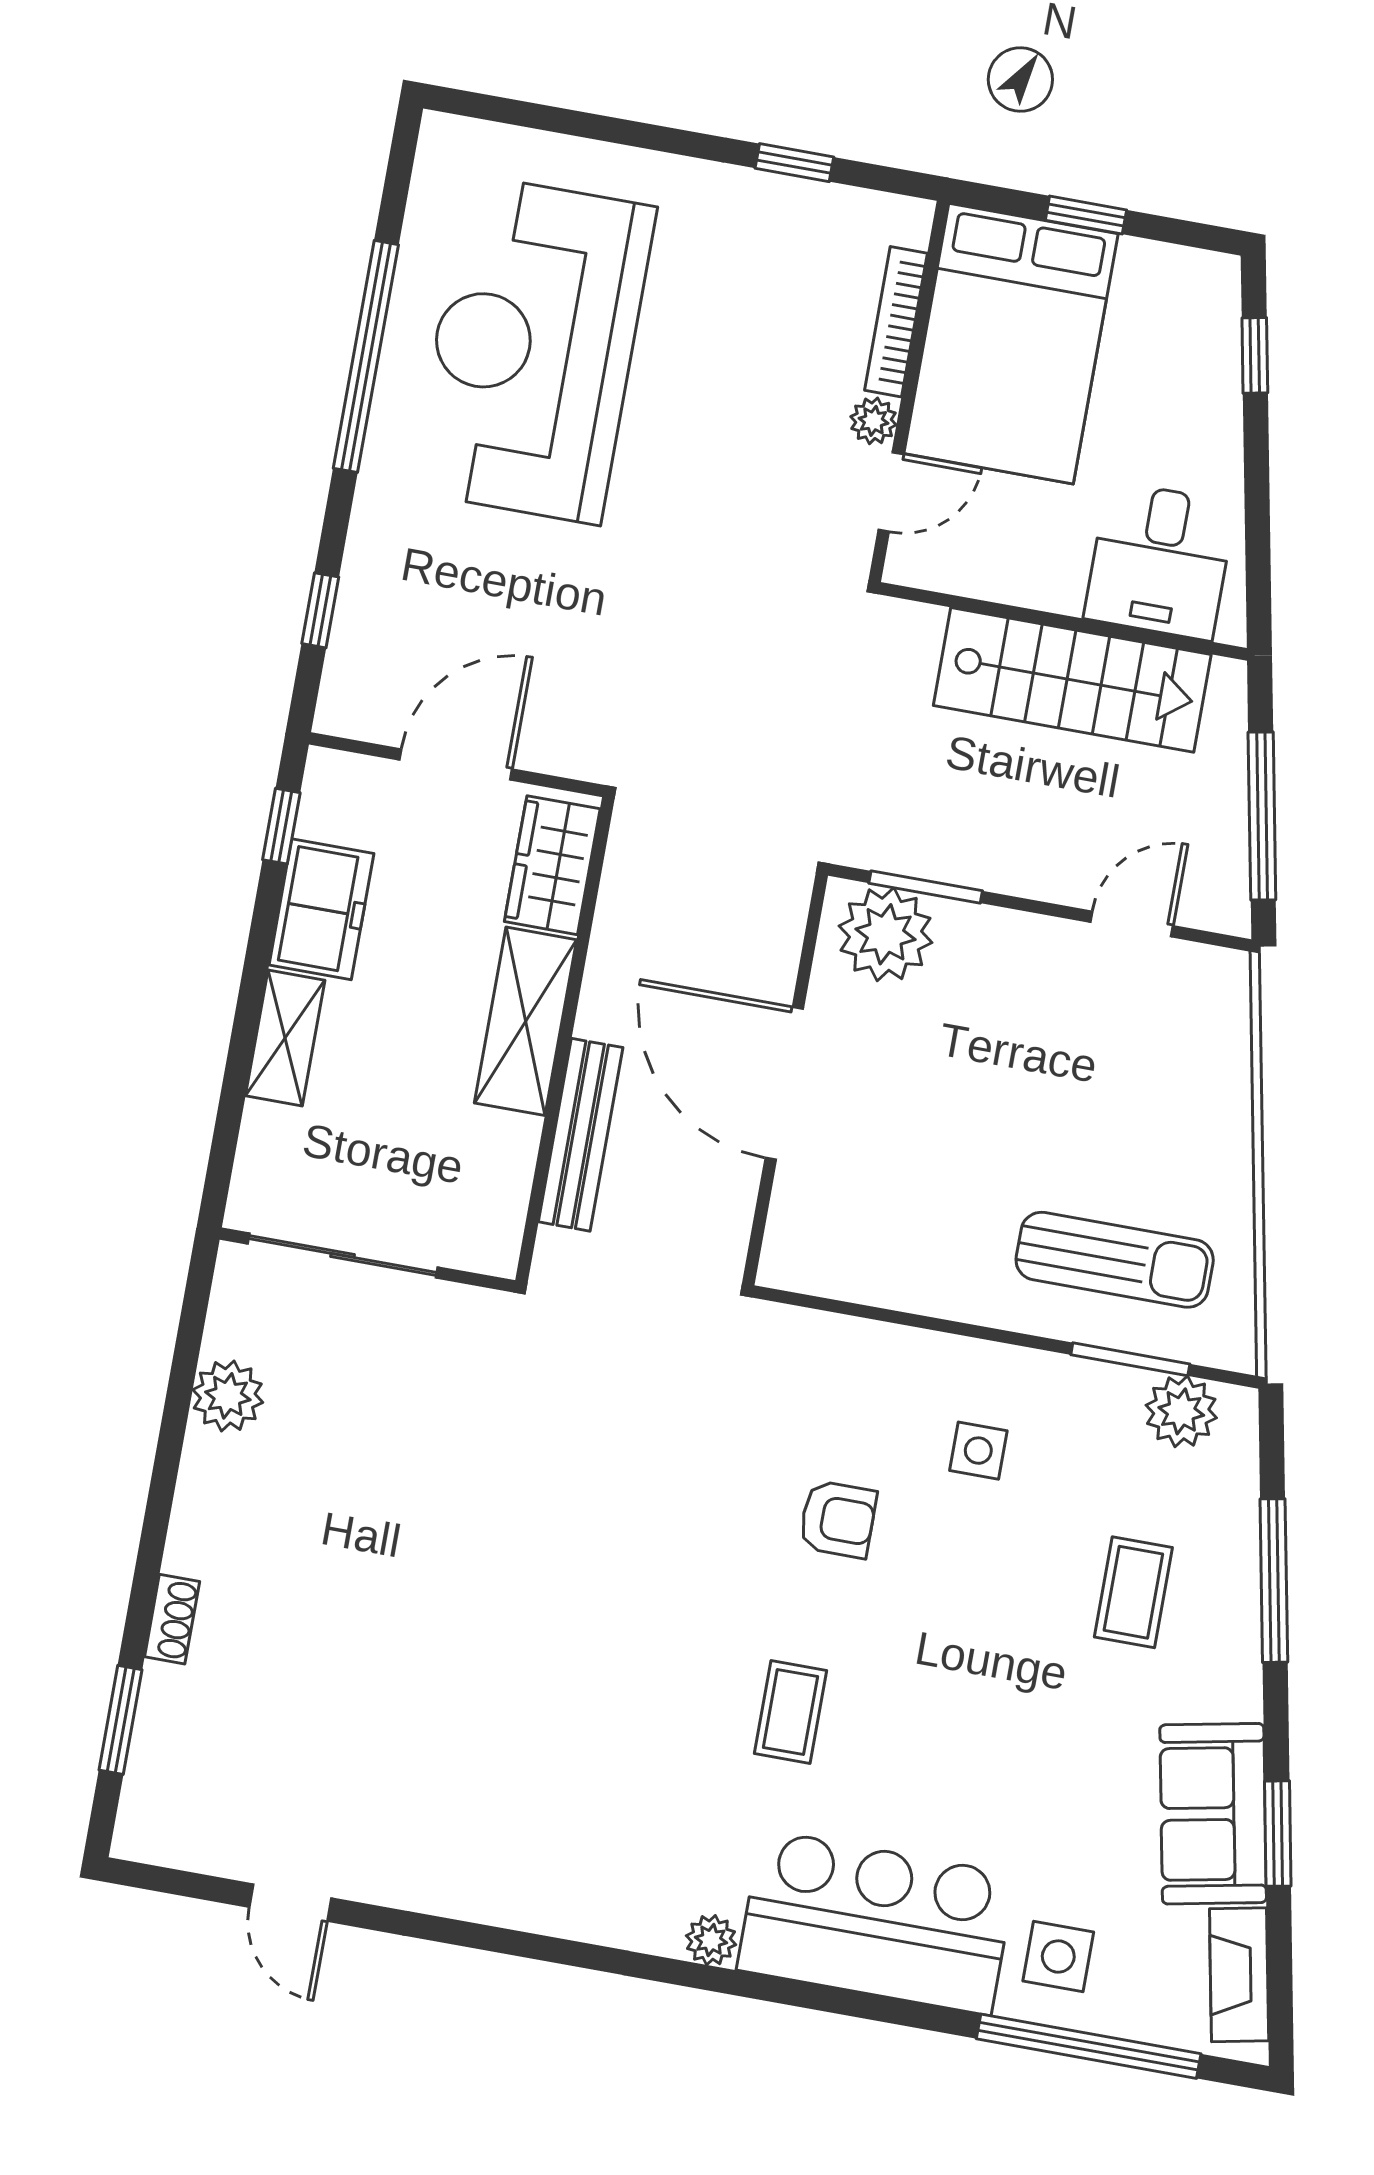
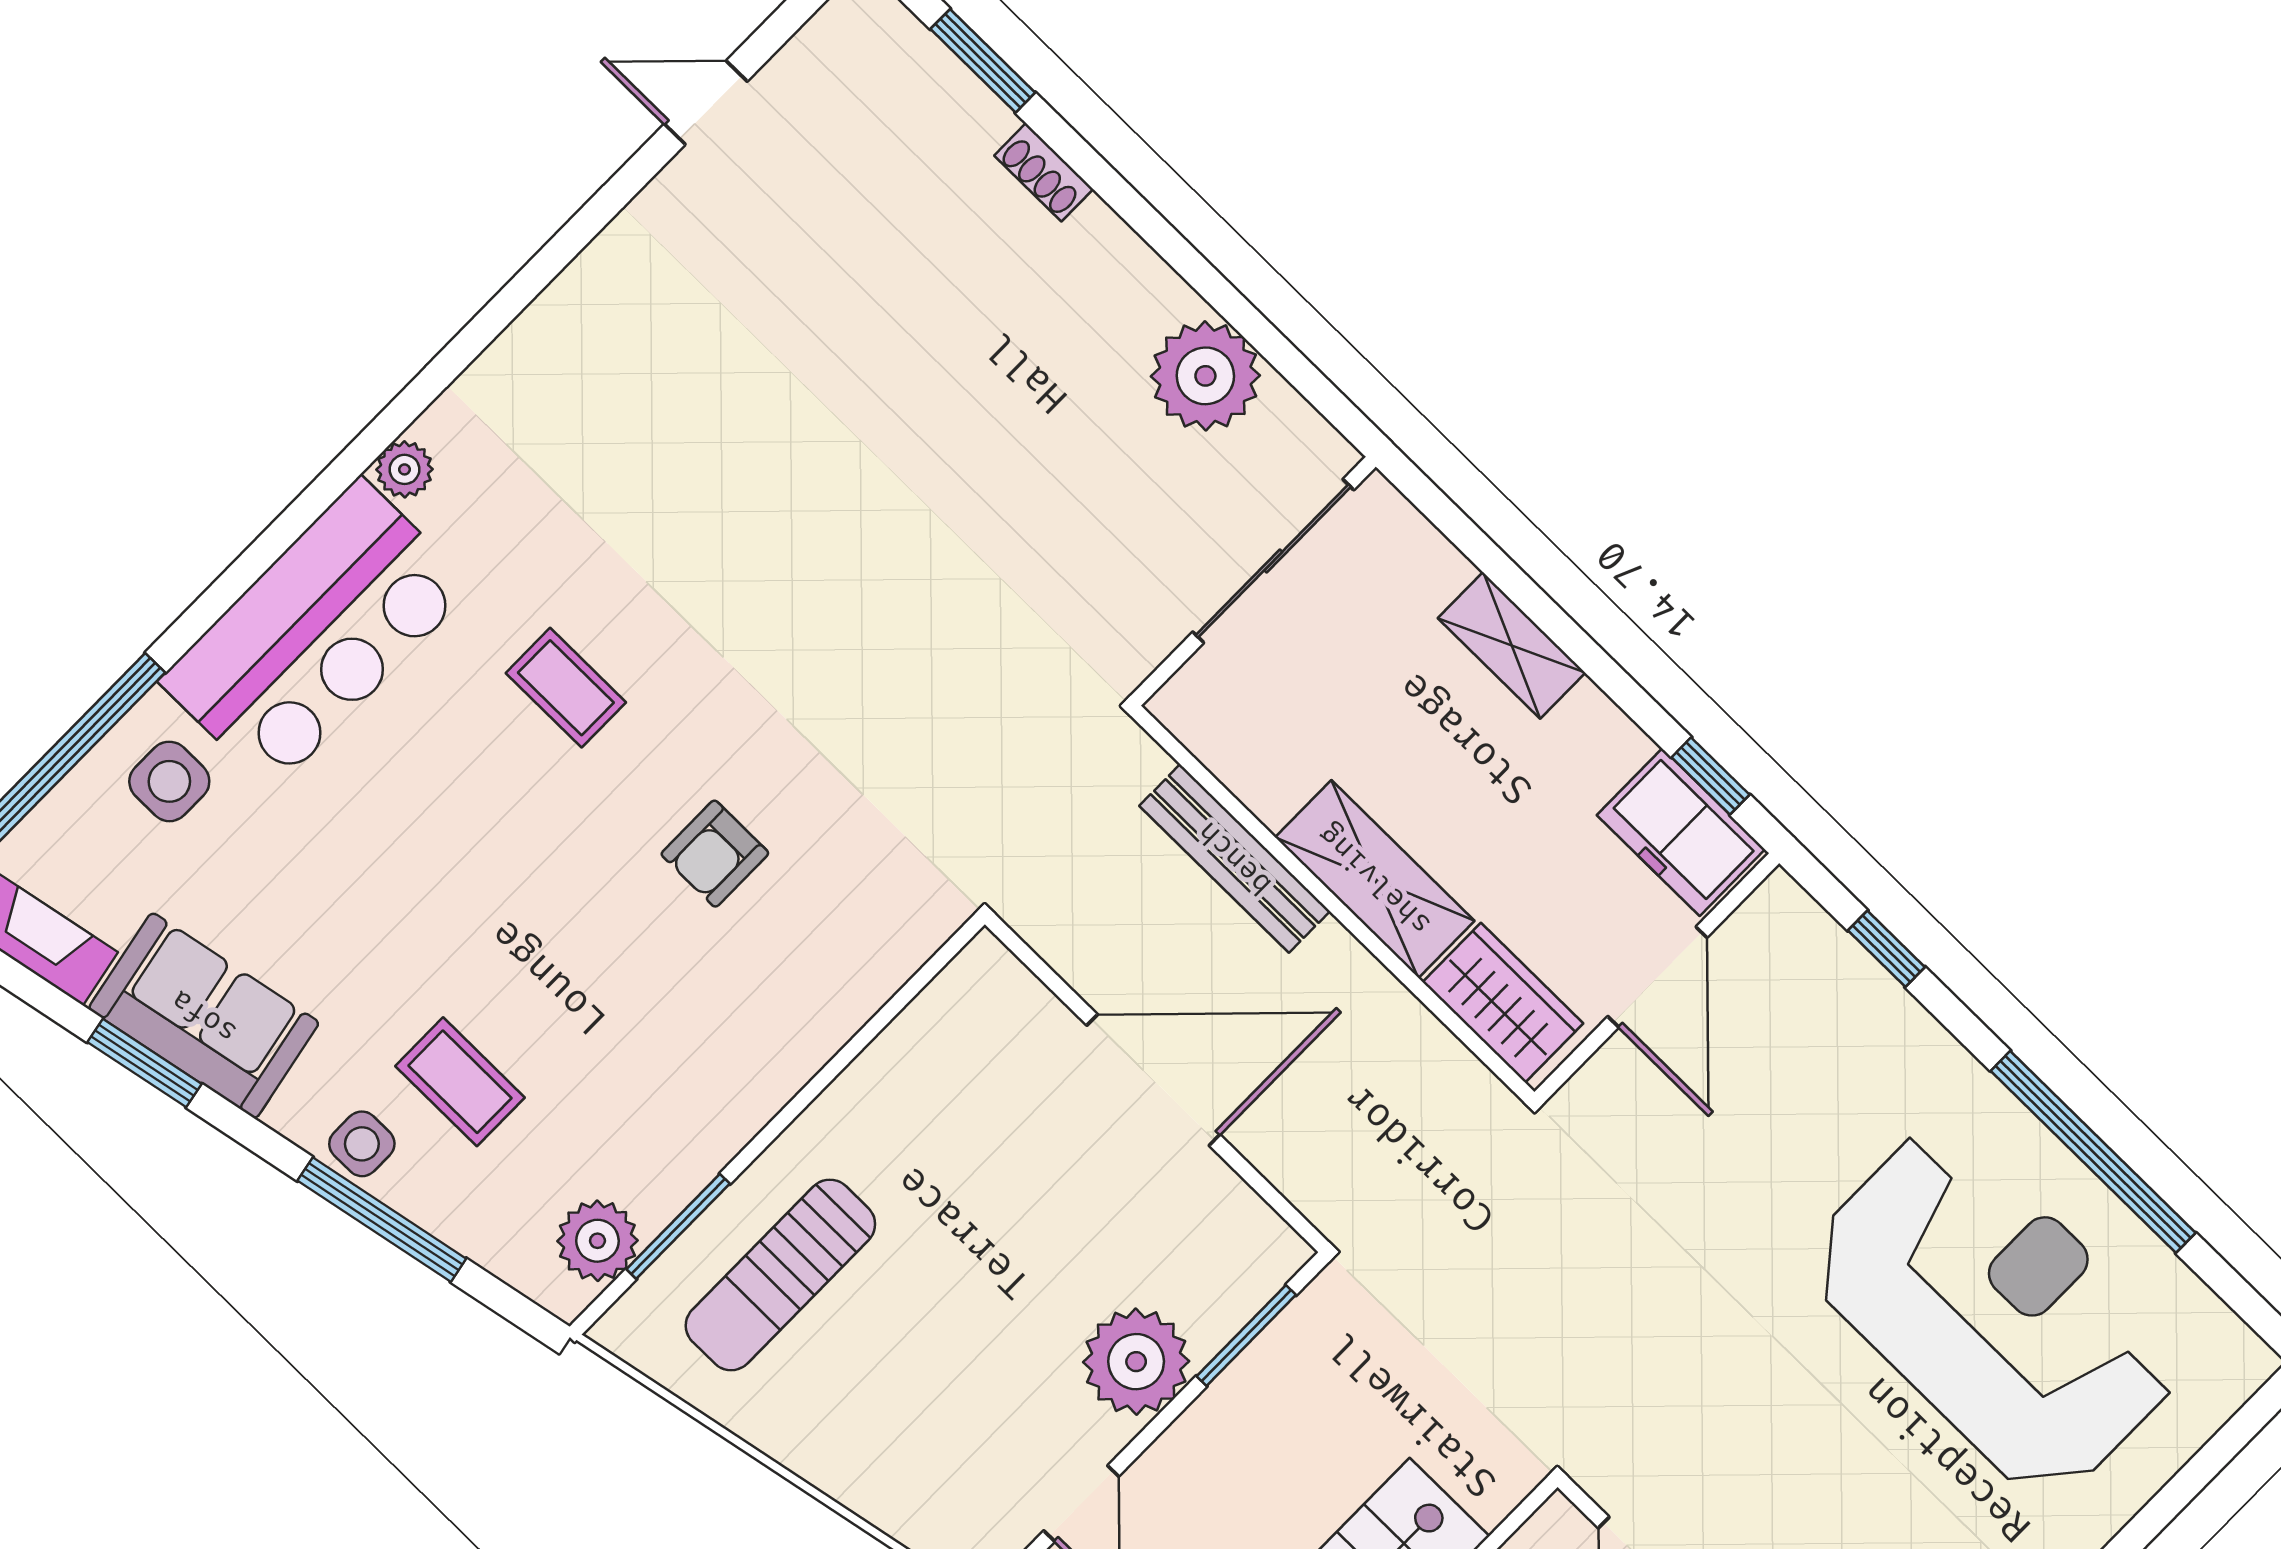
freezer: (321, 909) -> (1681, 832), moved
plant: (886, 934) -> (1136, 1362), moved
plant: (228, 1396) -> (1205, 376), width x1.36, depth x1.36
side table: (978, 1451) -> (362, 1144), moved

